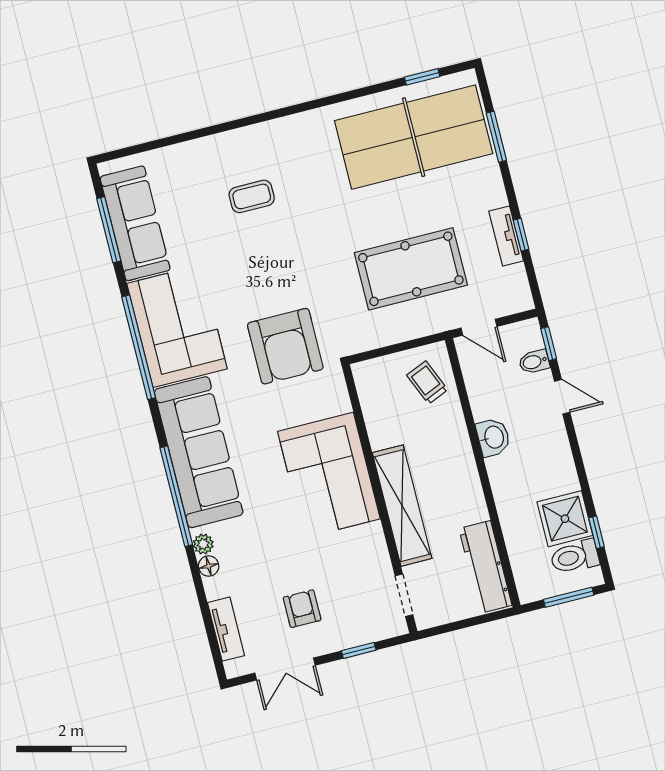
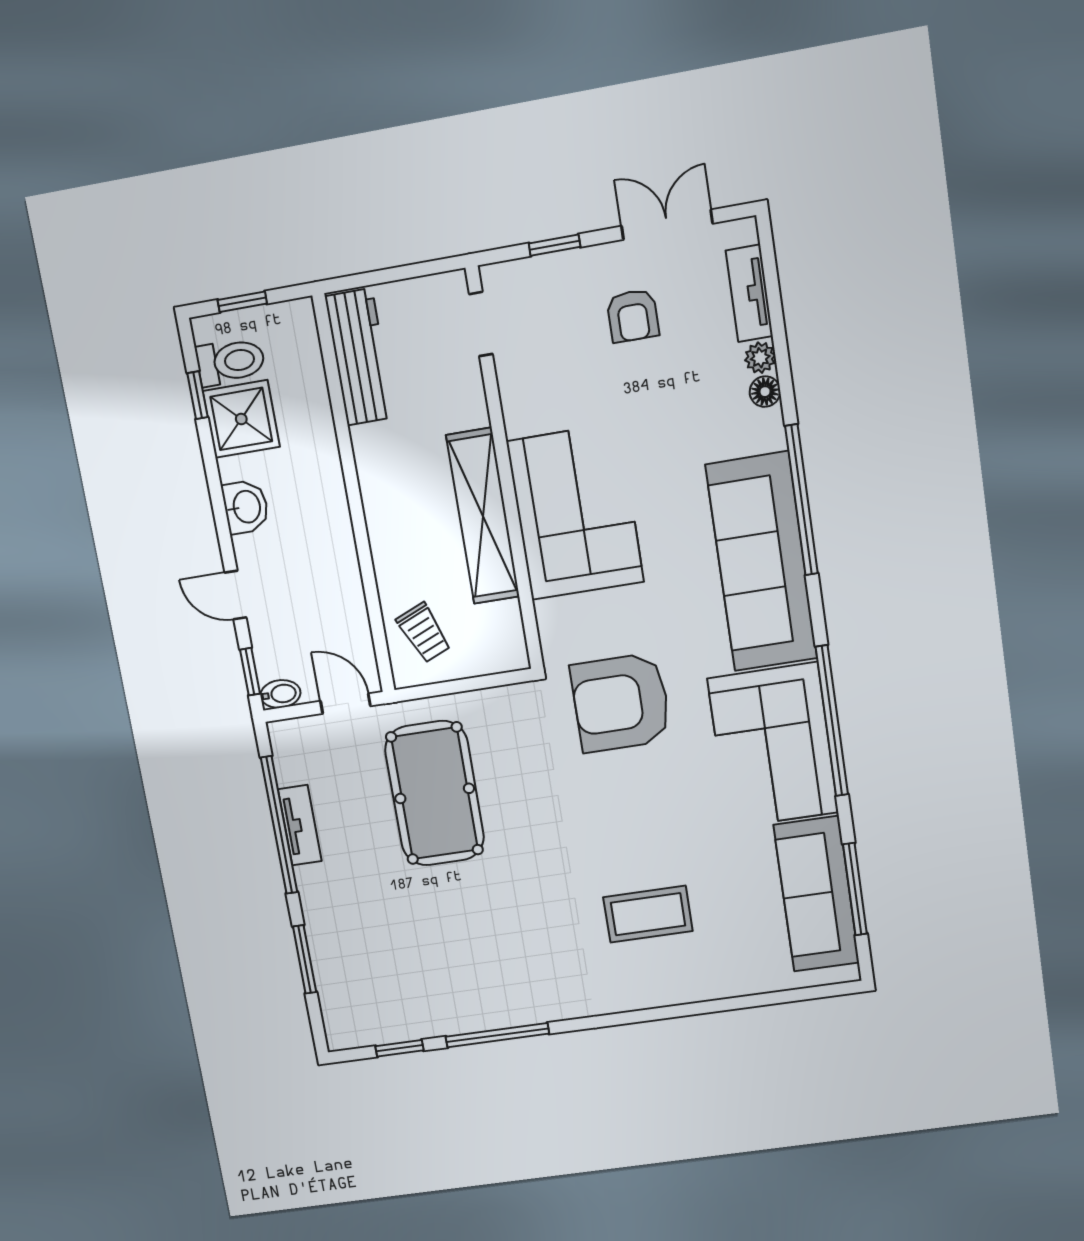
window: (352, 95) -> (497, 1035), added
table tennis table: (414, 137) -> (417, 971), removed
coffee table: (252, 196) -> (648, 914), width x1.36, depth x1.30
window: (521, 235) -> (279, 825), width x3.17
pool table: (411, 269) -> (435, 793), turned 90
armchair: (285, 346) -> (621, 703), turned -90
bidet: (534, 362) -> (280, 694), moved
washbasin: (493, 437) -> (246, 507), moved, turned 180
shelving: (402, 506) -> (483, 516), moved
plant: (203, 544) -> (760, 358), moved
window: (569, 597) -> (242, 302), width x0.67

